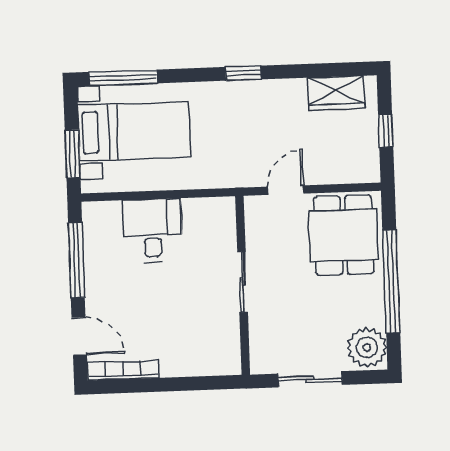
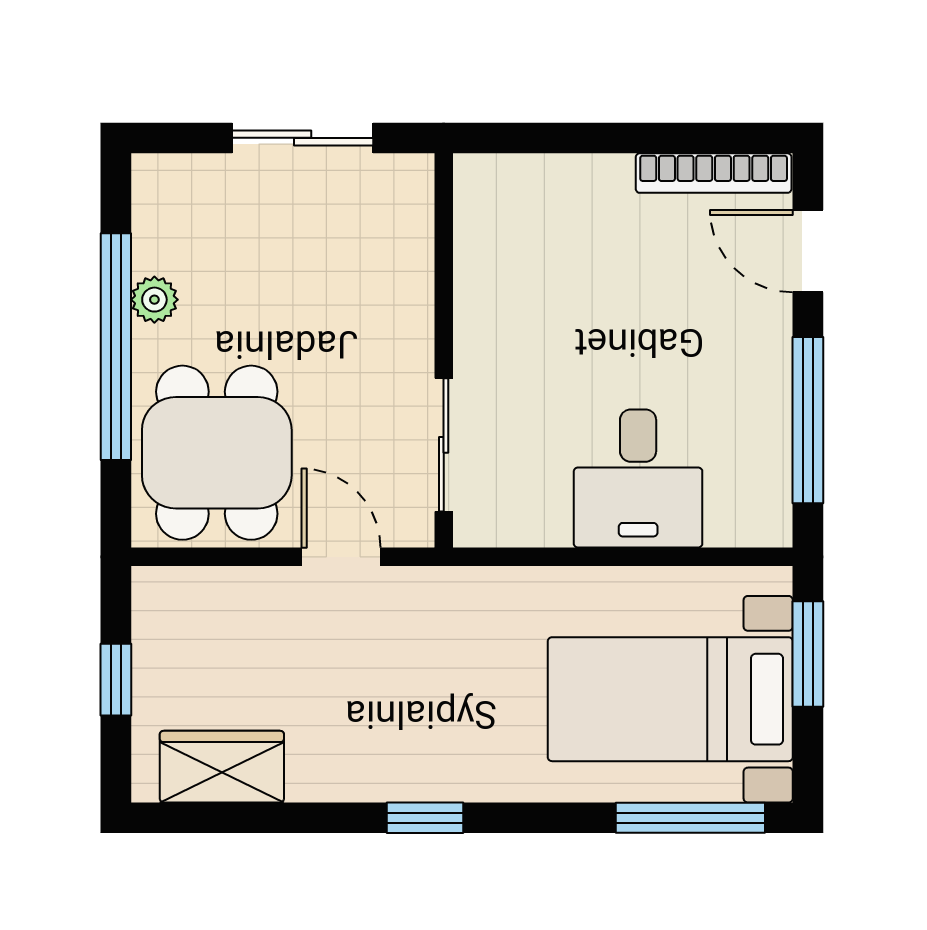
door: (286, 190) -> (341, 557), swing flipped
sliding door: (243, 282) -> (444, 445), moved
plant: (367, 347) -> (154, 300), moved, width x0.53, depth x0.53

